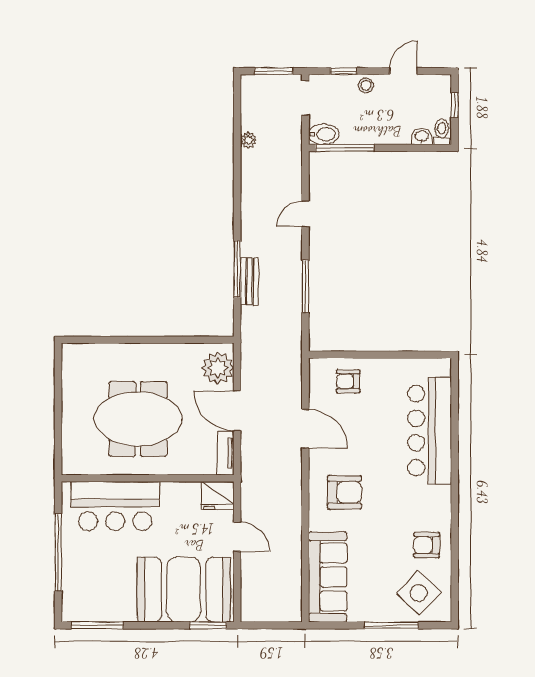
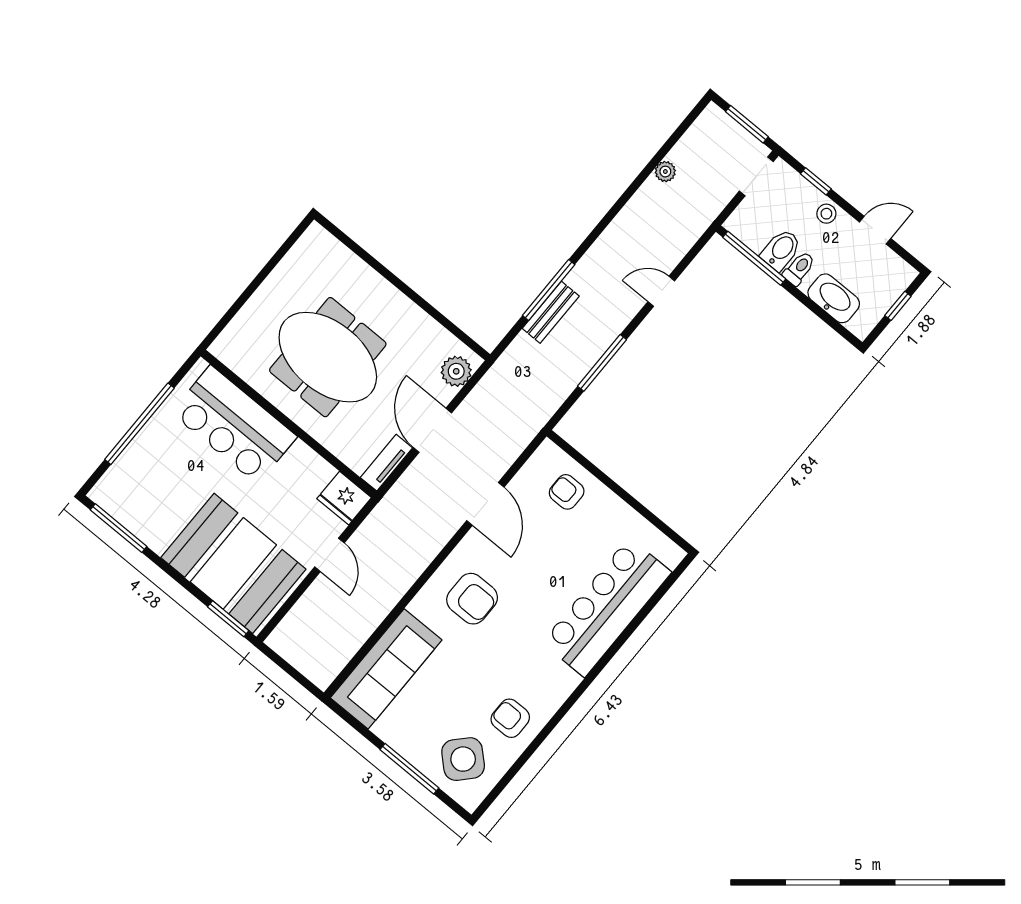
toilet: (442, 132) -> (799, 268), moved
bidet: (324, 134) -> (781, 250), moved, turned -90
washbasin: (422, 136) -> (834, 298), width x1.91, depth x1.45
plant: (218, 368) -> (456, 371), width x0.73, depth x0.73

